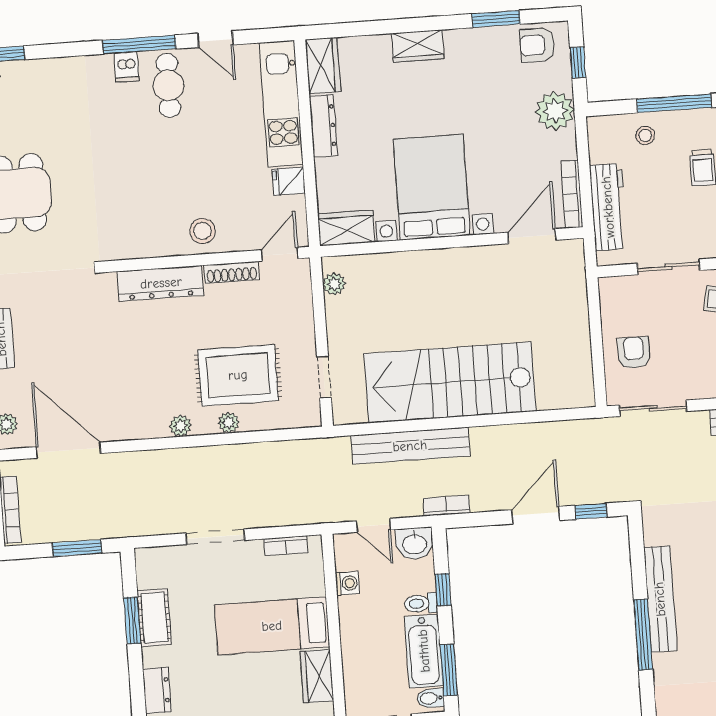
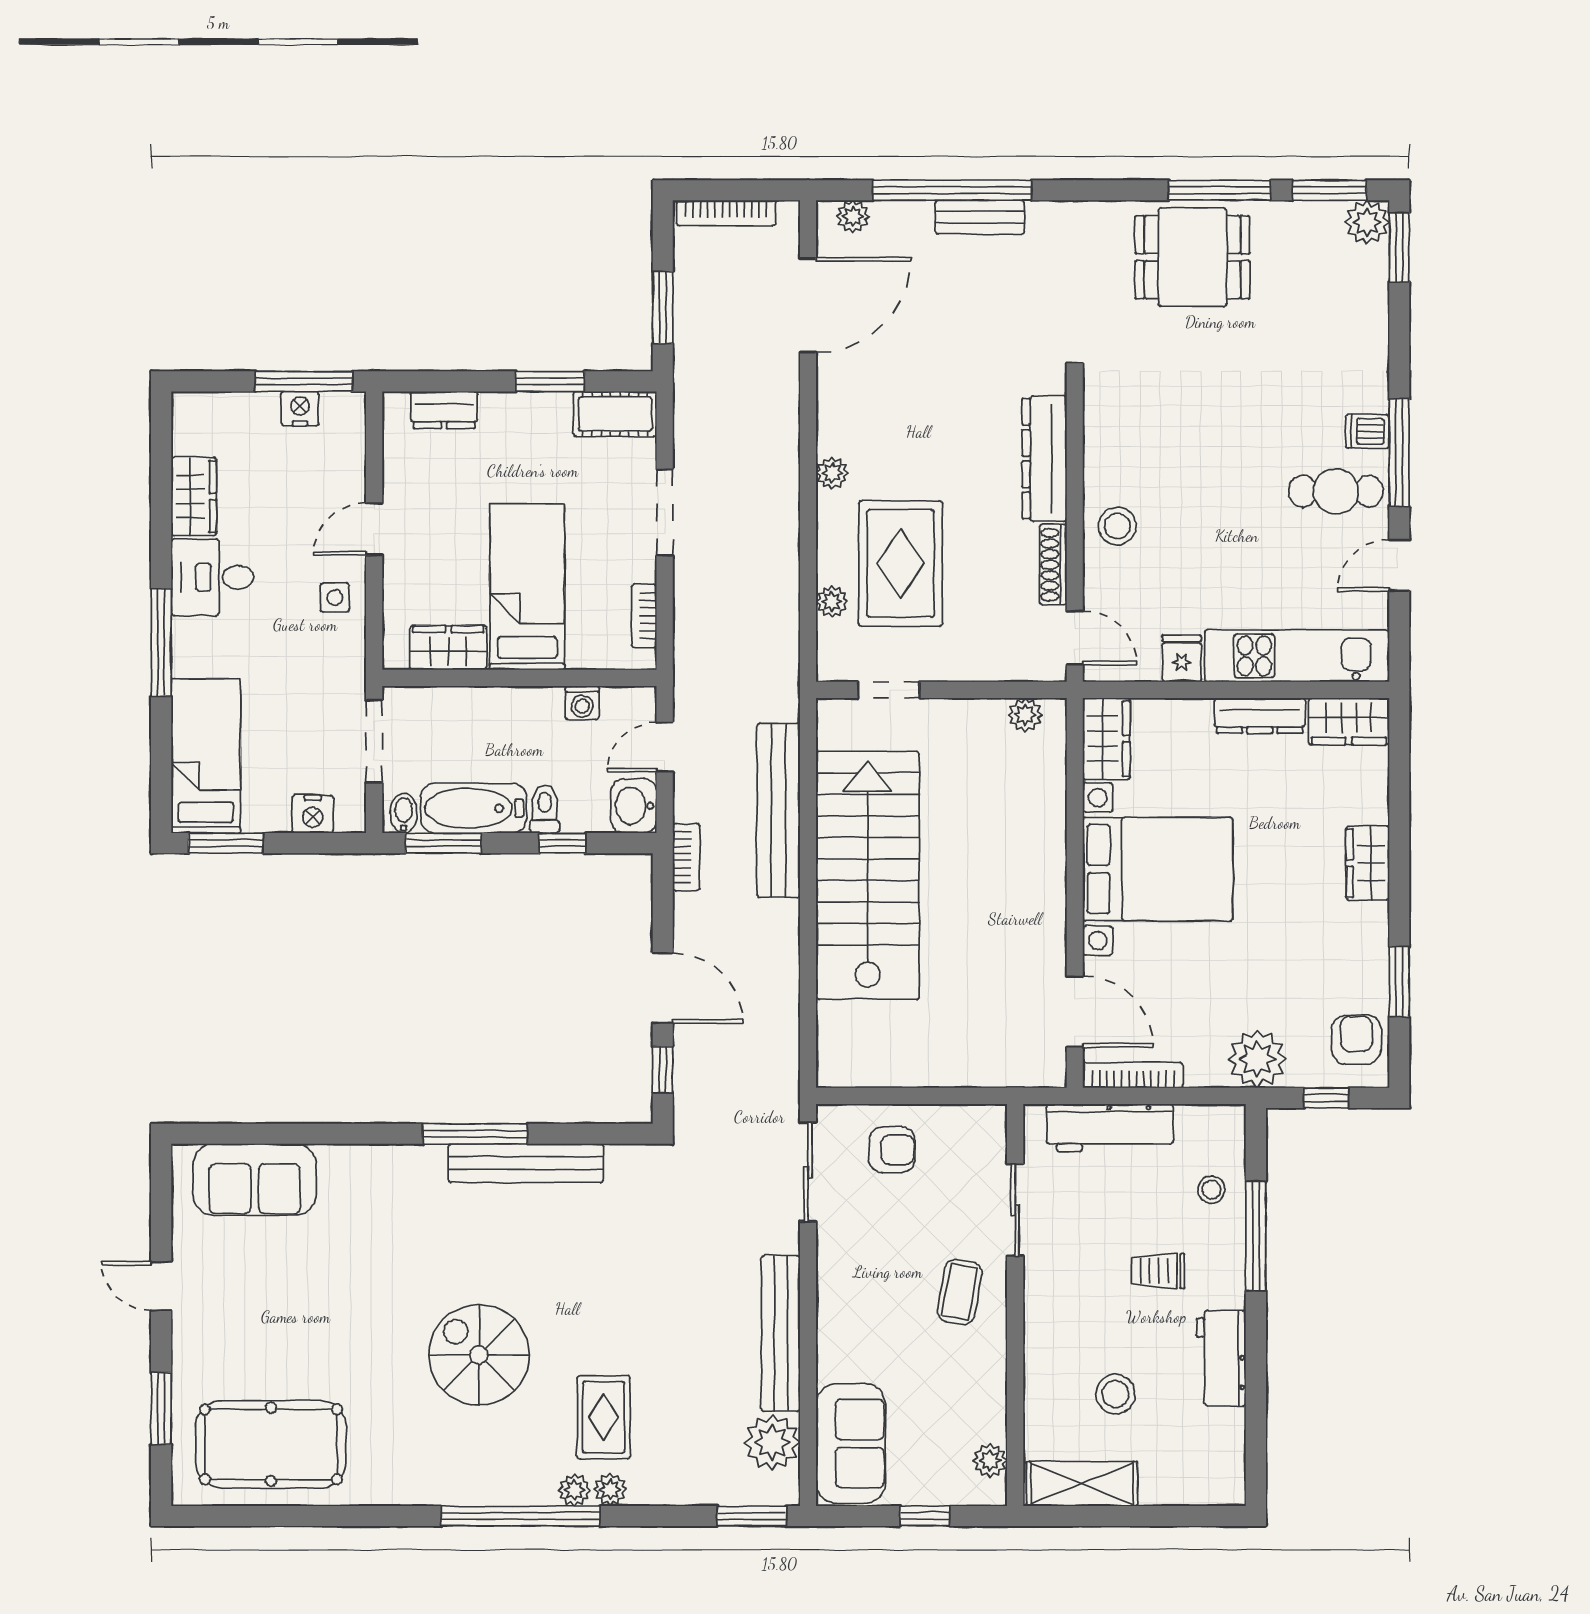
plant: (229, 423) -> (832, 602), moved
cot: (154, 618) -> (615, 414), moved

